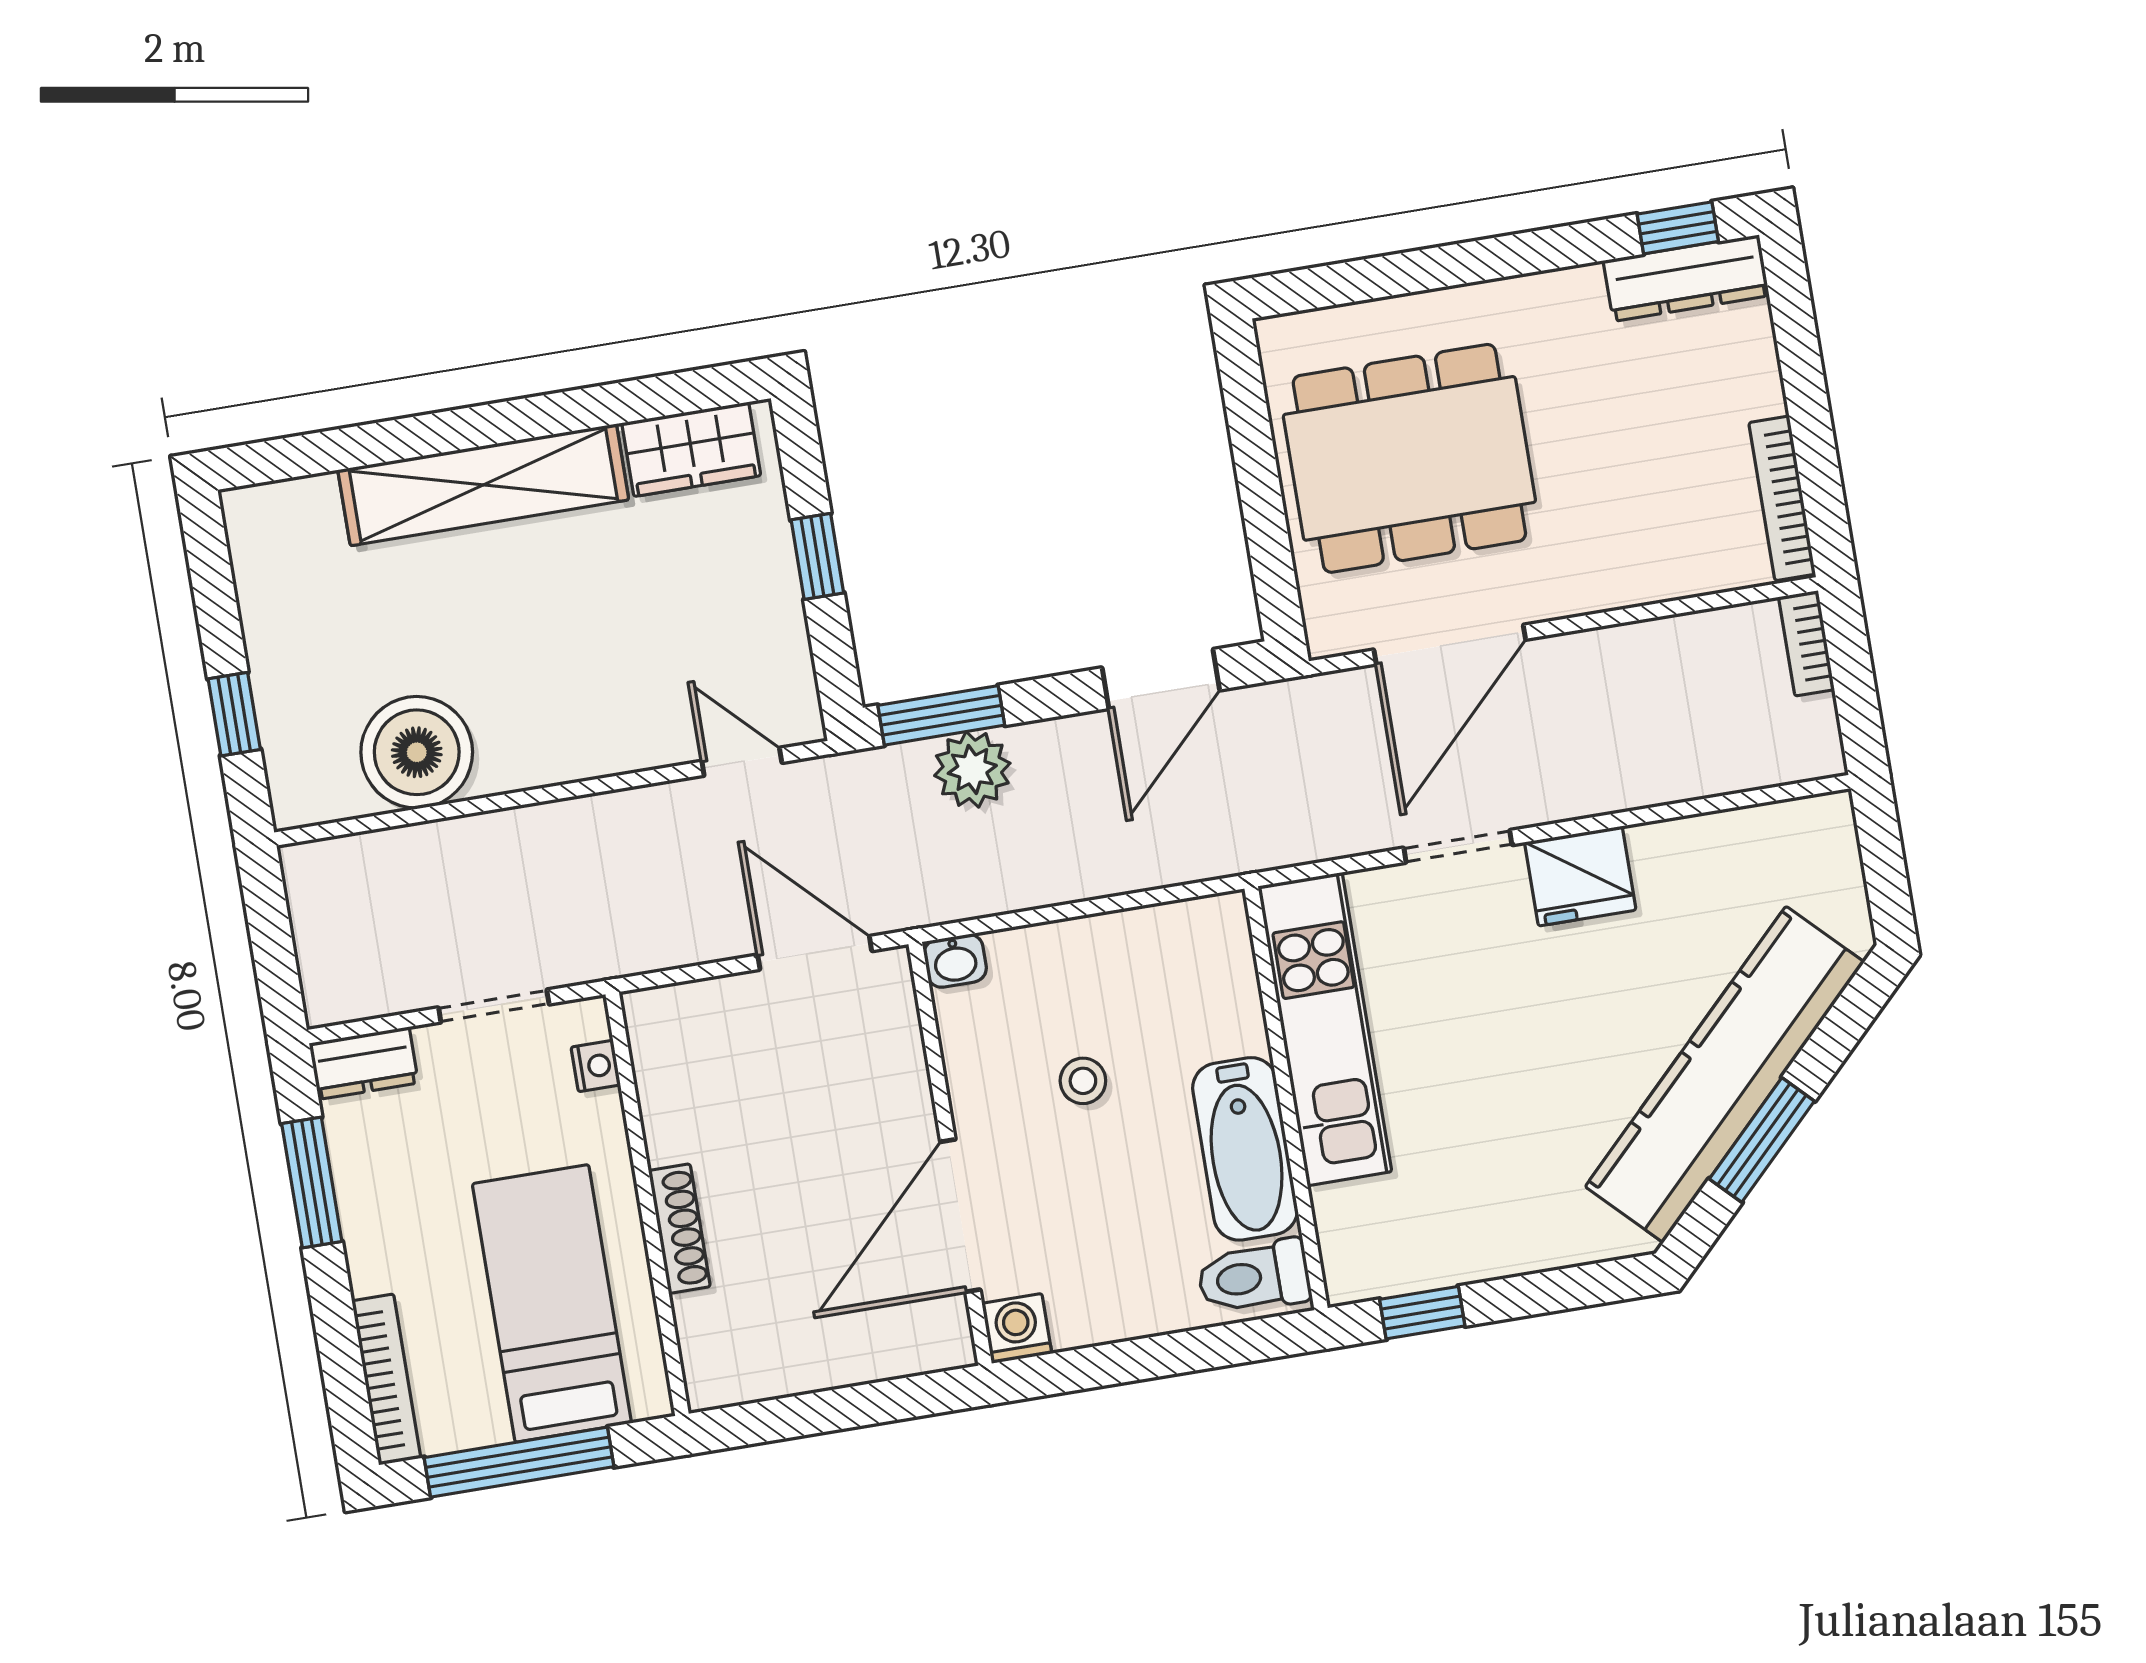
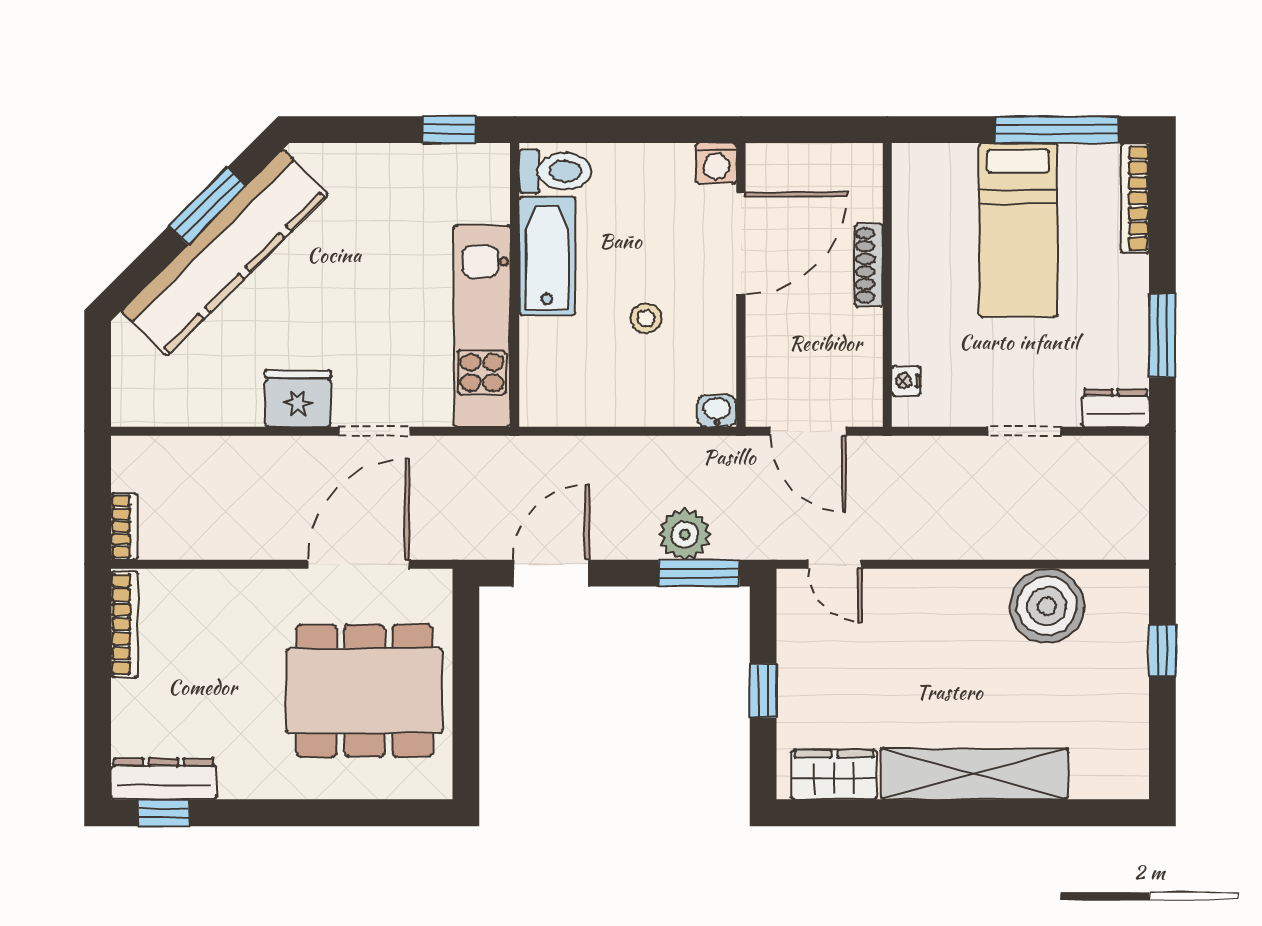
nightstand: (596, 1066) -> (906, 381), moved
wall: (647, 1204) -> (887, 285), moved
shoe rack: (679, 1229) -> (869, 265), moved

